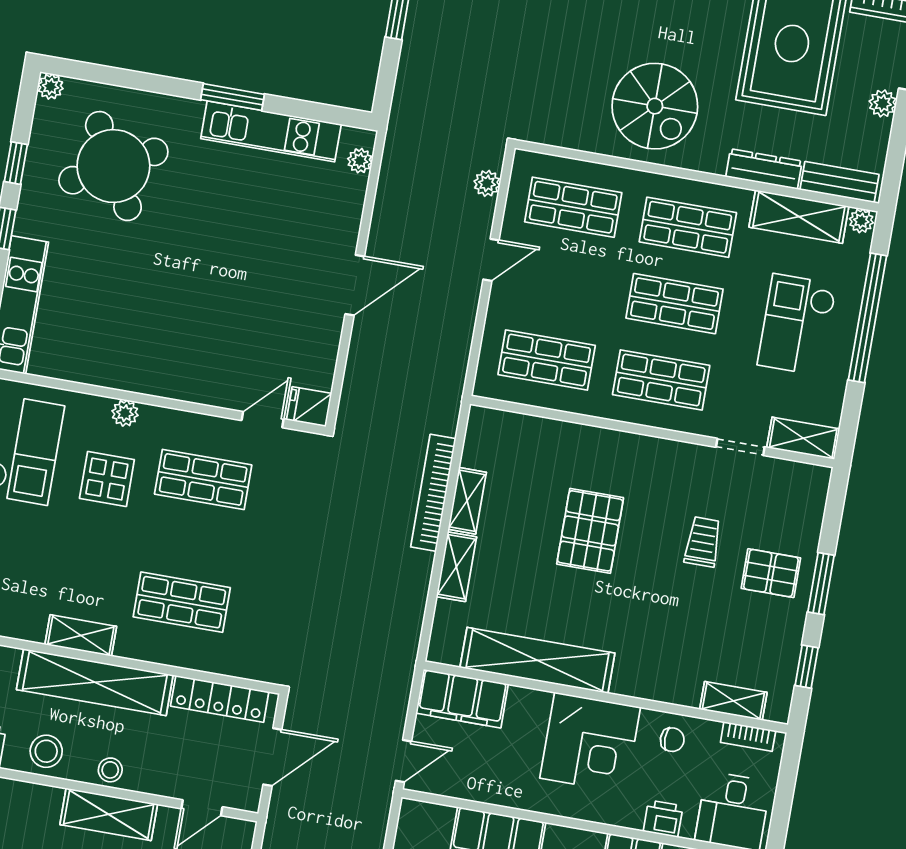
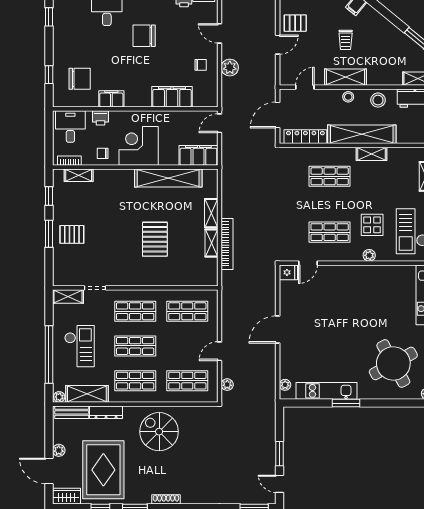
trolley: (703, 542) -> (104, 243), removed

